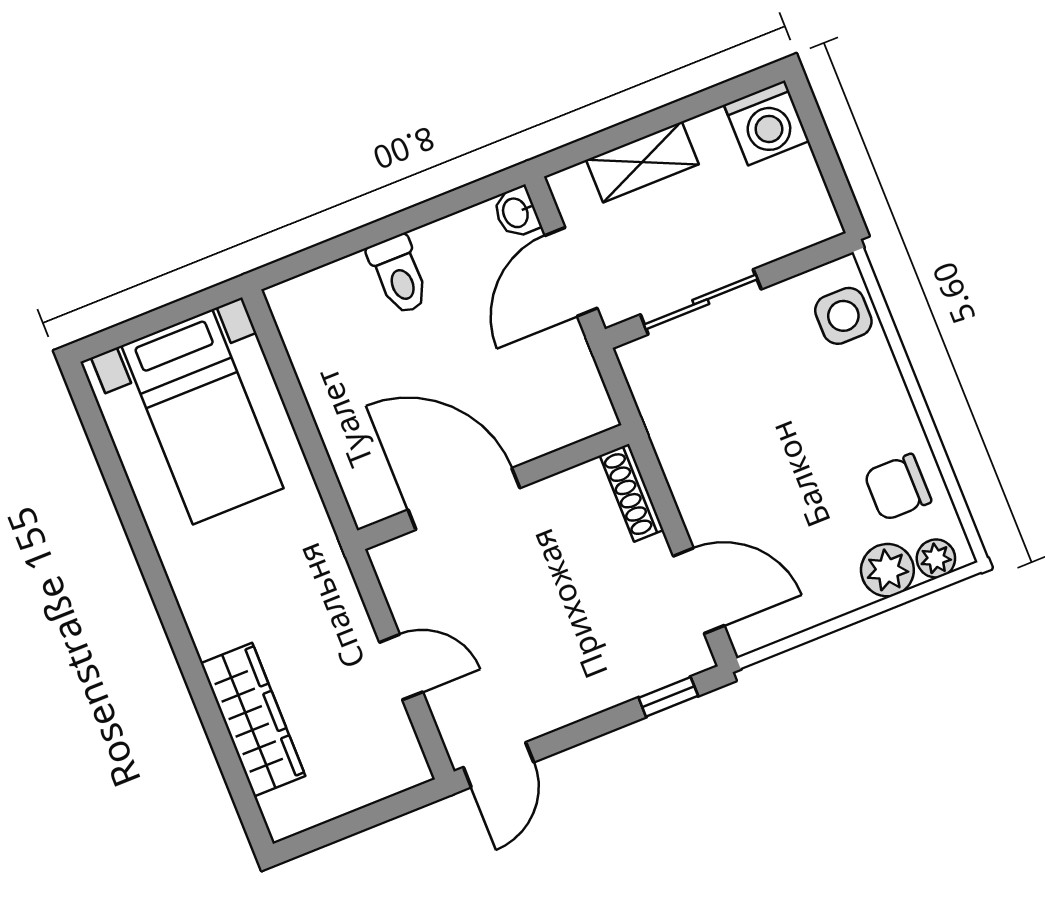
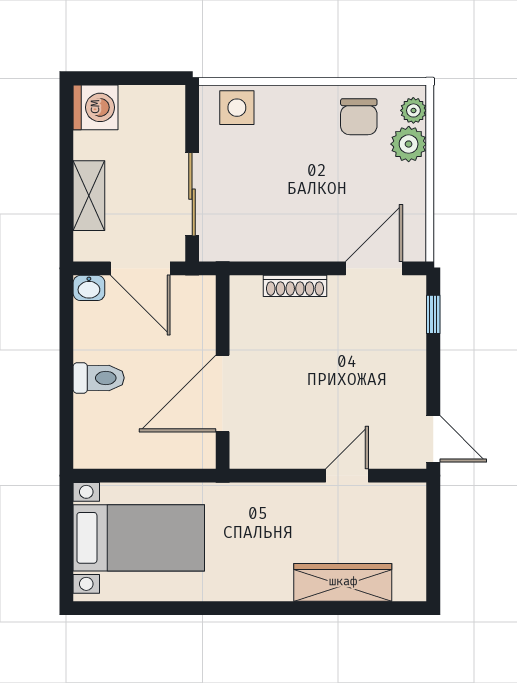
wall: (493, 487) -> (223, 372), moved
door: (464, 499) -> (223, 393), moved

